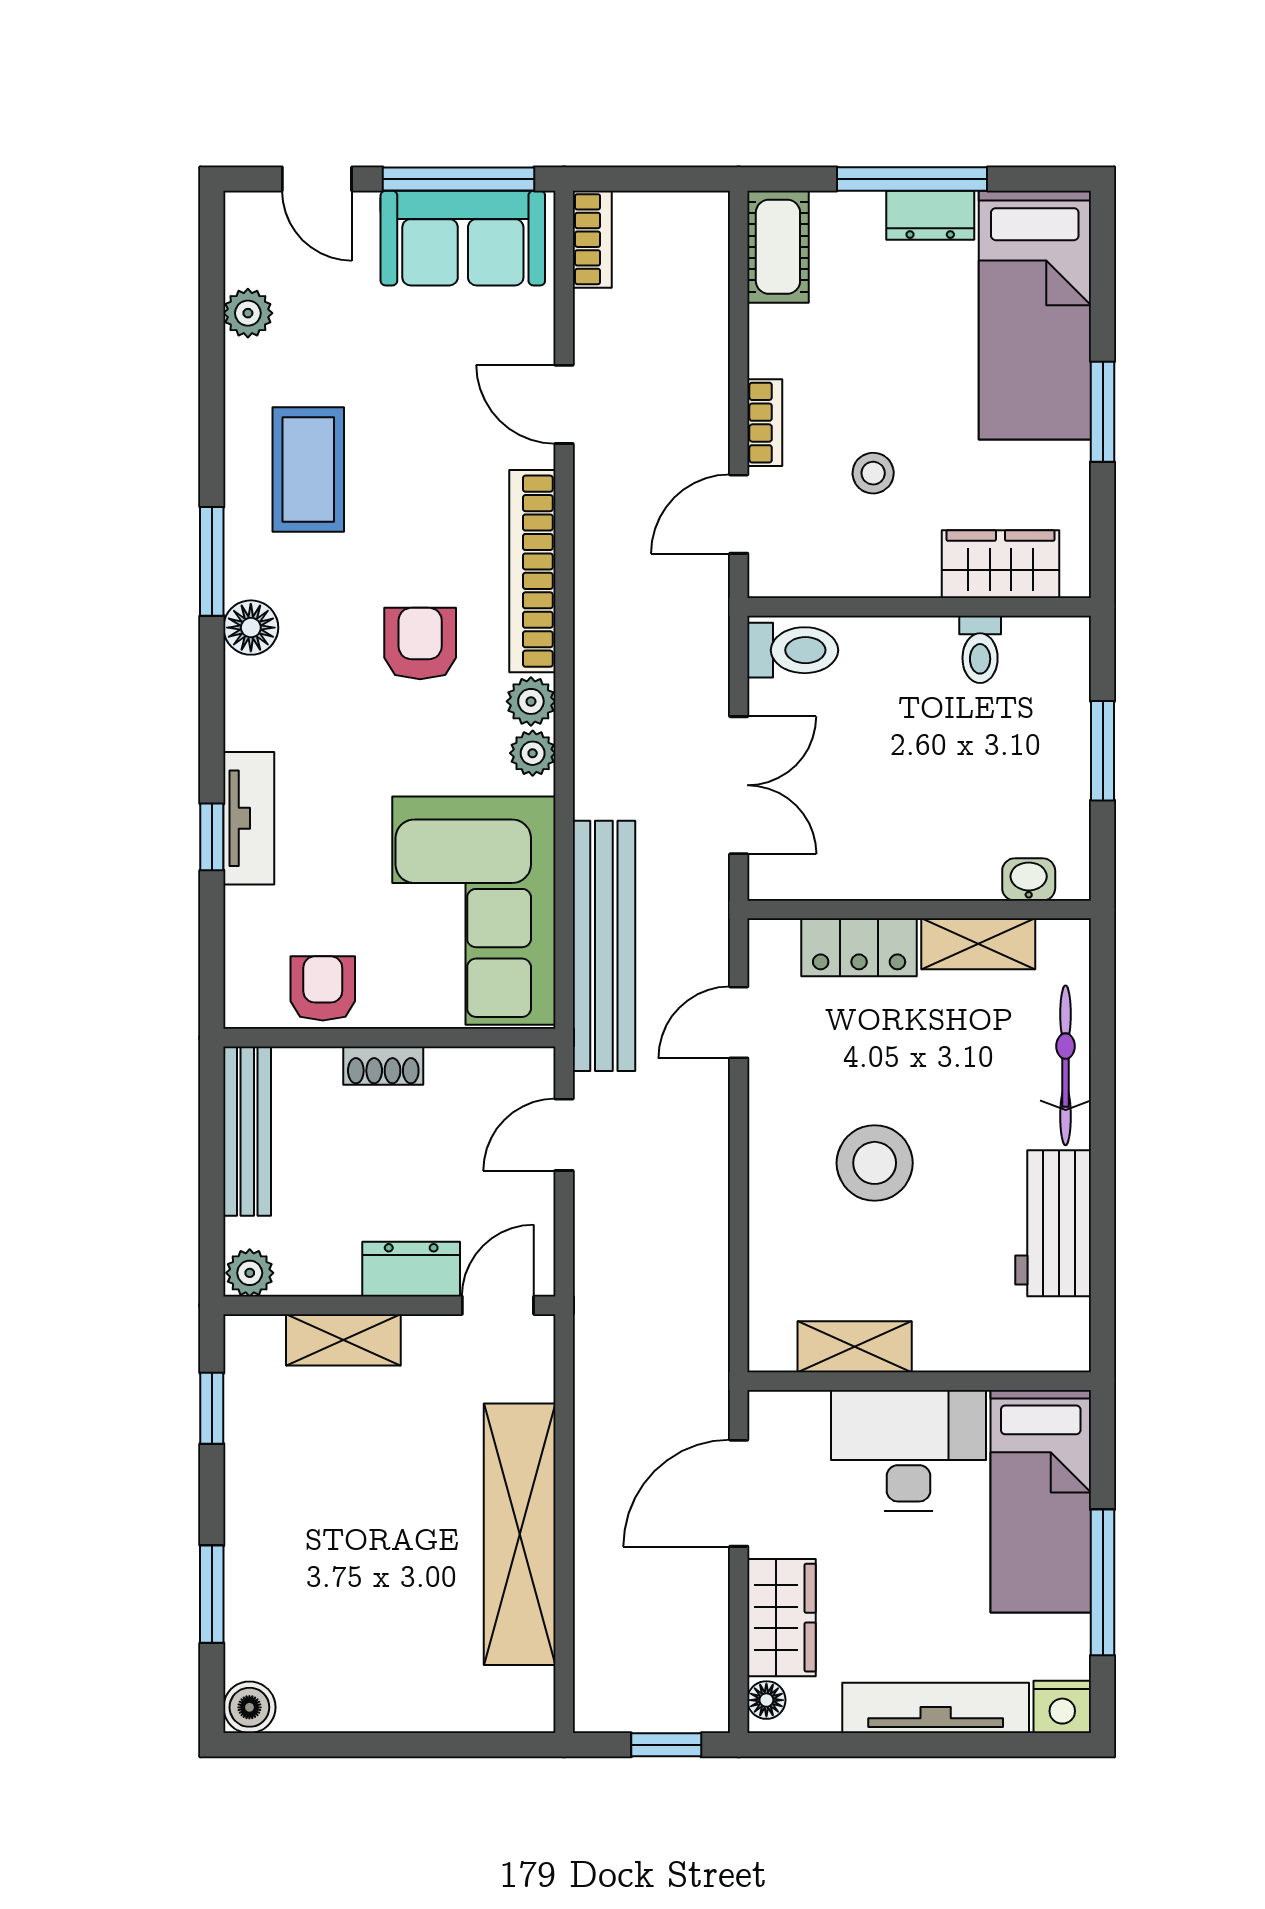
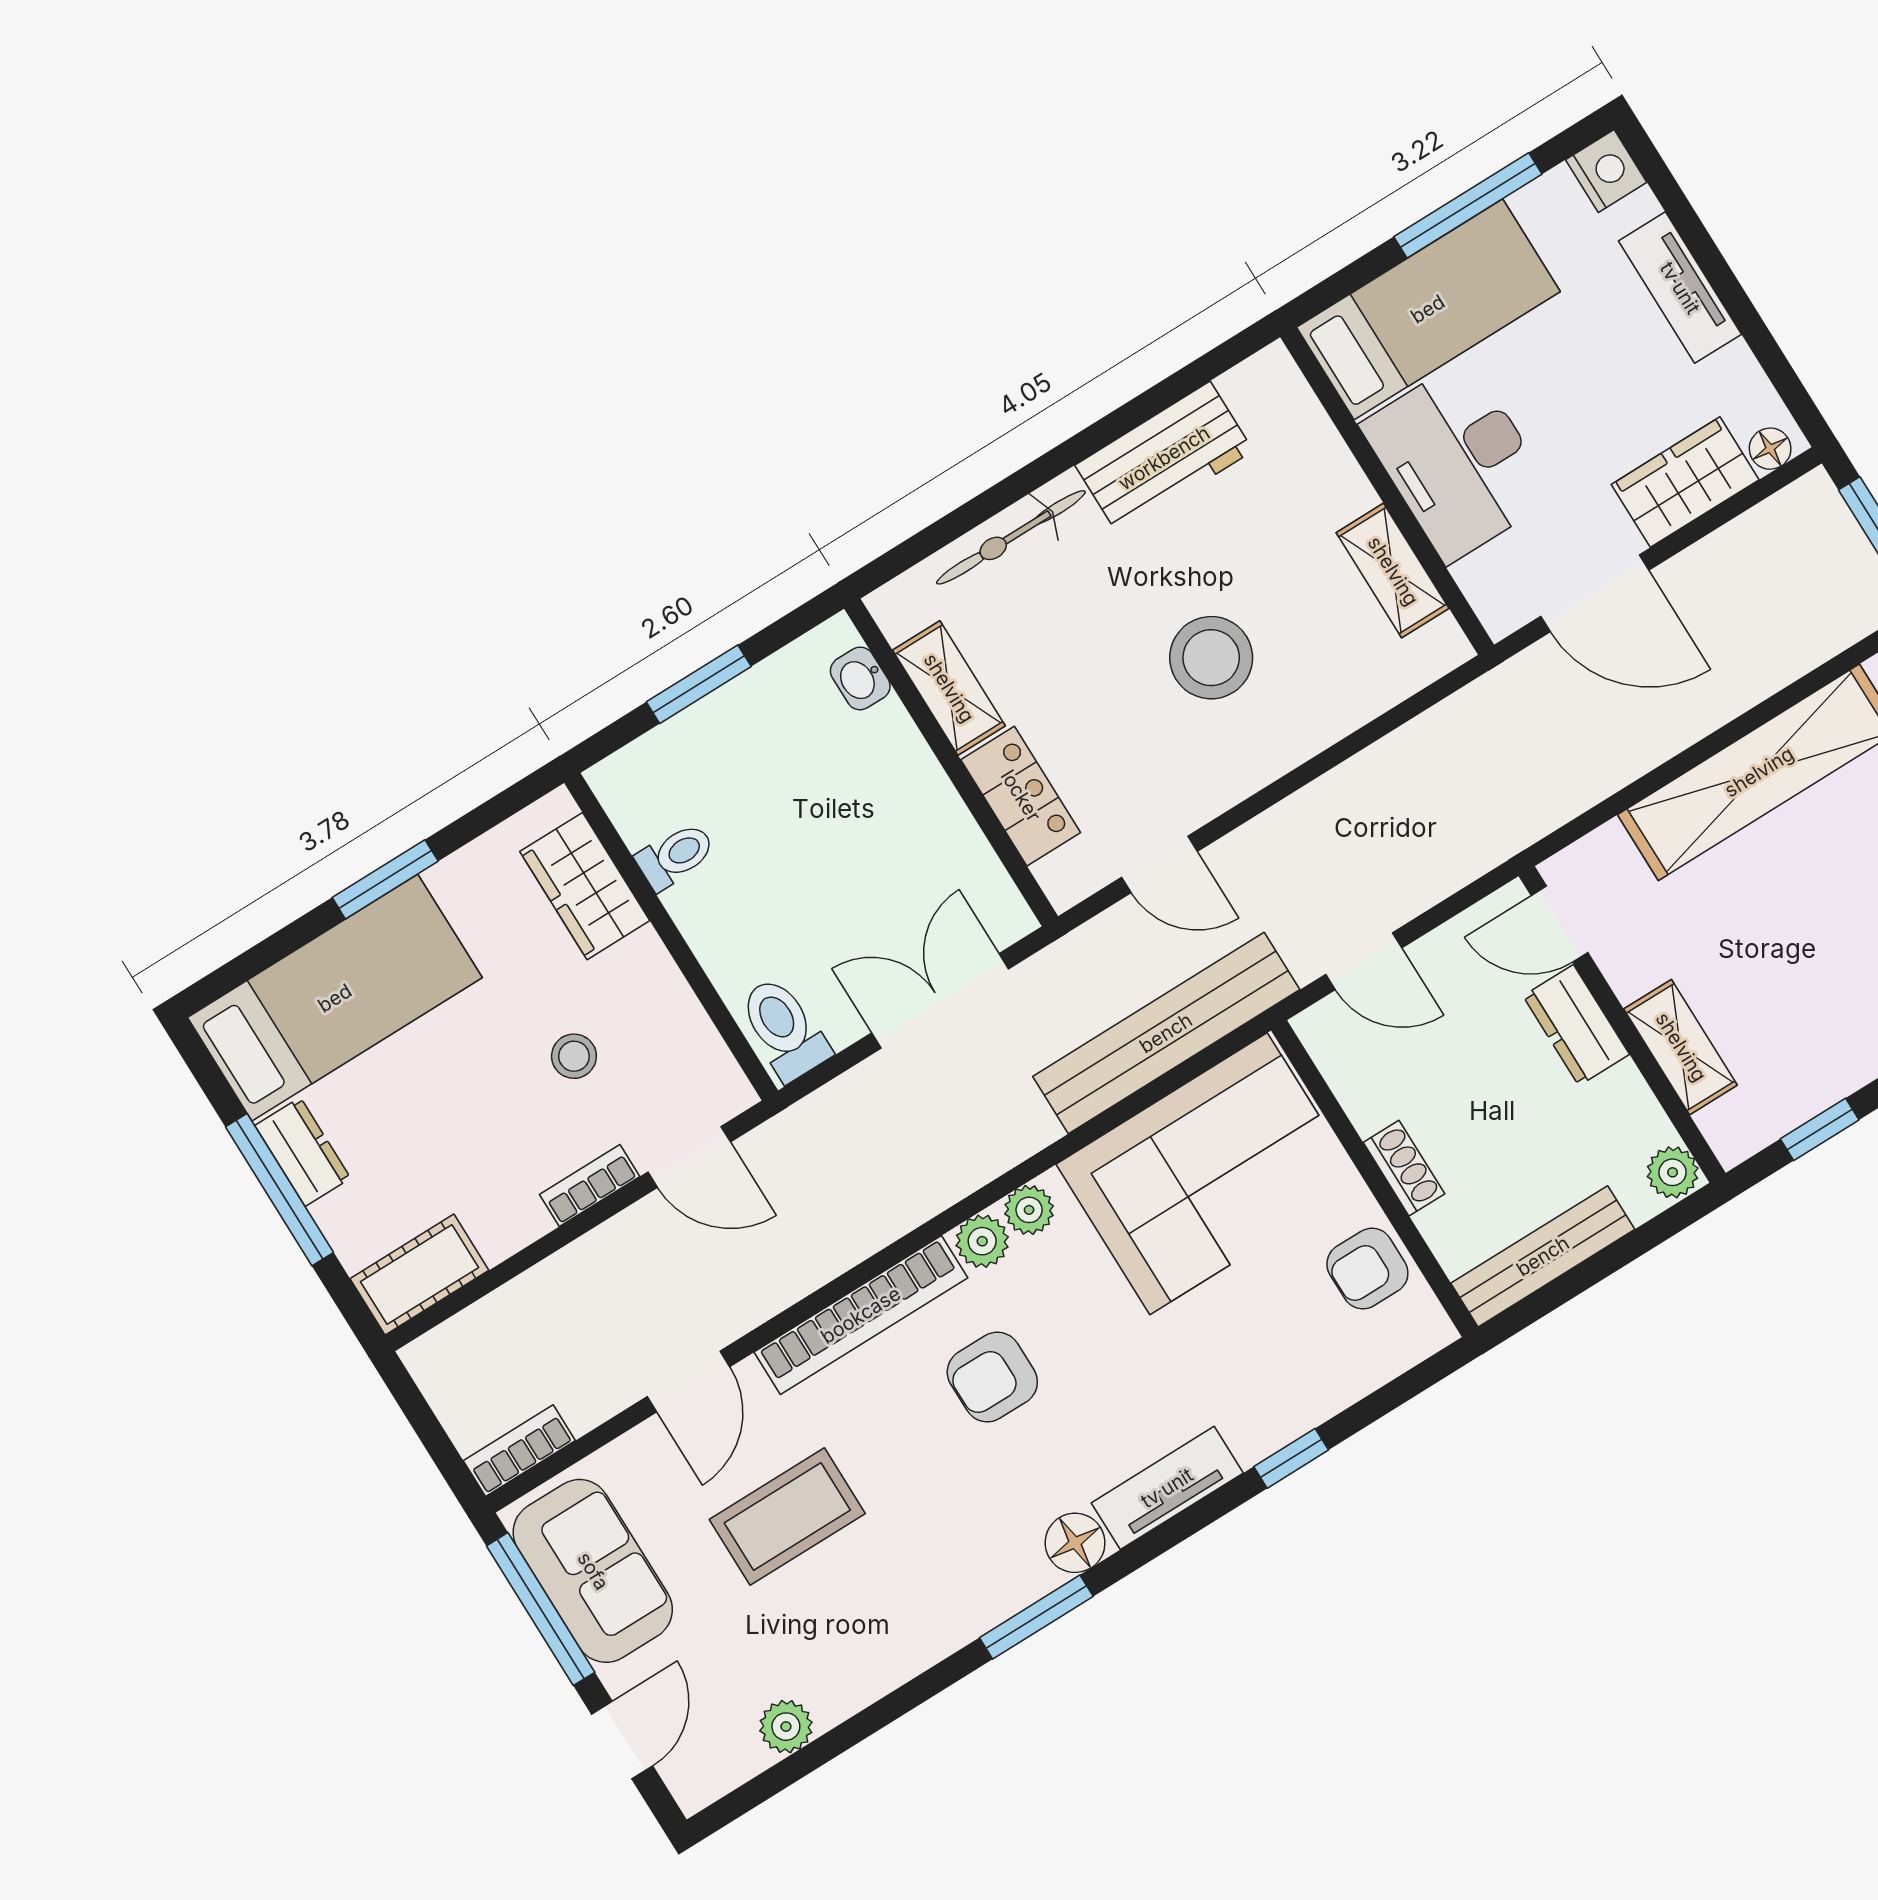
coffee table: (308, 470) -> (787, 1517), moved
tv unit: (249, 818) -> (1167, 1488), moved
tv unit: (936, 1708) -> (1680, 288), width x0.71

